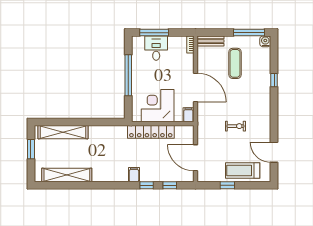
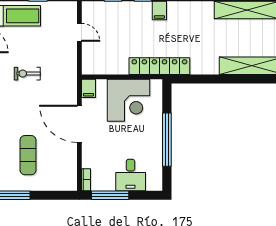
window: (154, 33) -> (110, 195), moved
bench: (210, 41) -> (60, 184), removed
locker: (151, 132) -> (159, 66), moved
door: (195, 158) -> (79, 32), width x0.53

